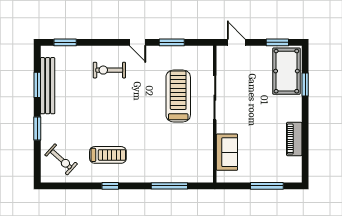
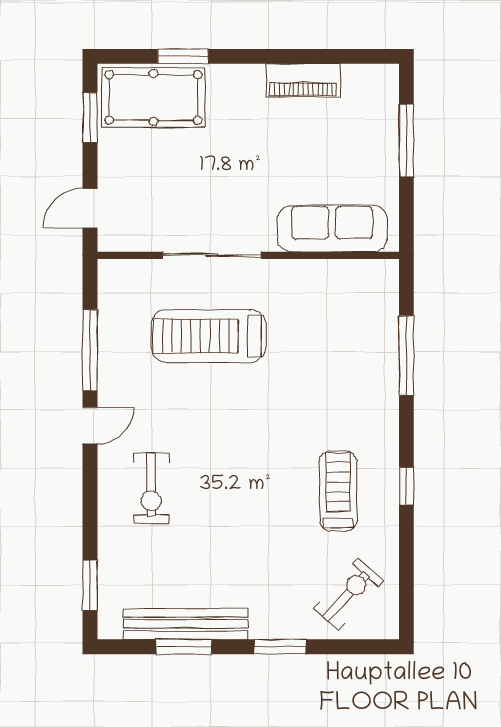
window: (172, 42) -> (90, 350), width x1.44
sofa: (227, 152) -> (332, 229), width x1.36

